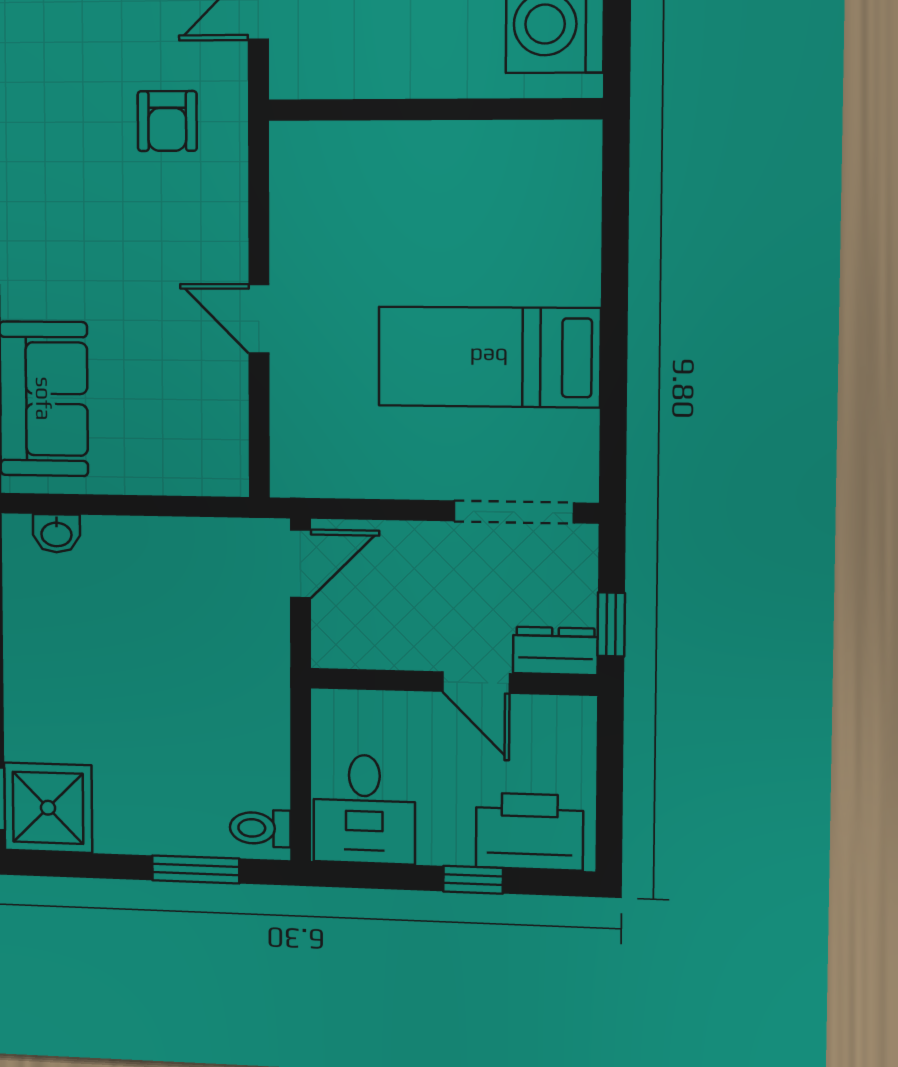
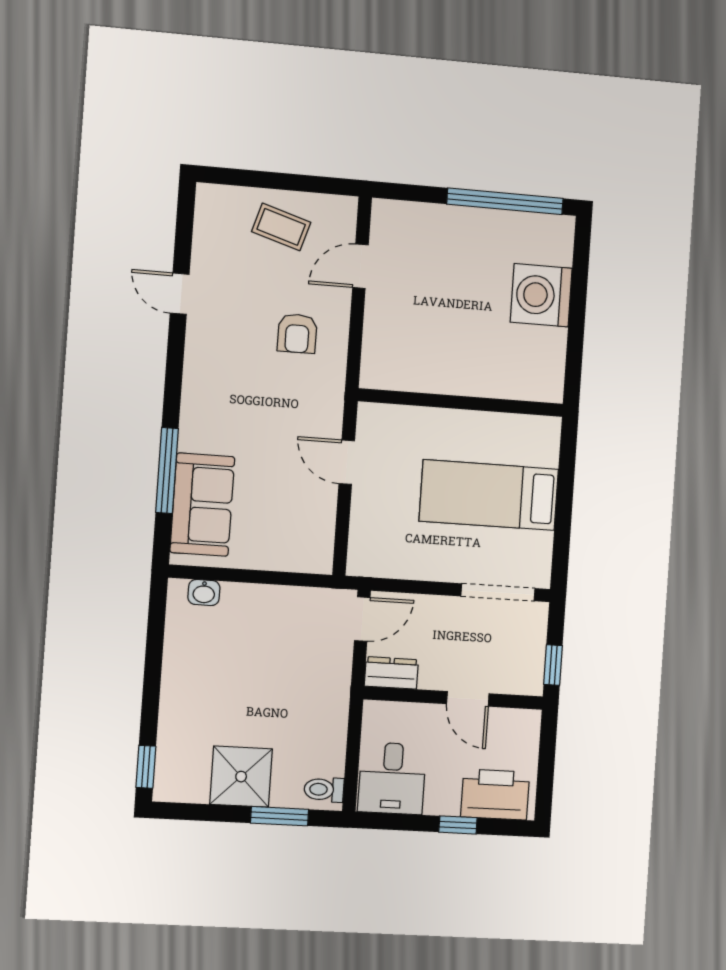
wall: (434, 109) -> (461, 403), moved
dresser: (555, 651) -> (391, 673), moved
shower: (48, 808) -> (241, 777), moved

